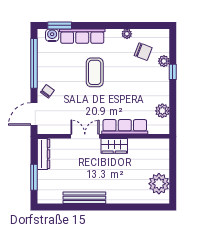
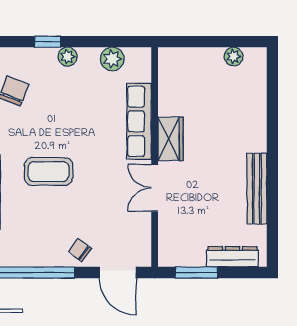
plant: (164, 61) -> (68, 57), moved
dresser: (43, 154) -> (232, 257), moved
window: (34, 177) -> (196, 272), moved
plant: (159, 184) -> (234, 56), width x0.53, depth x0.53

